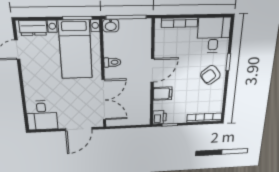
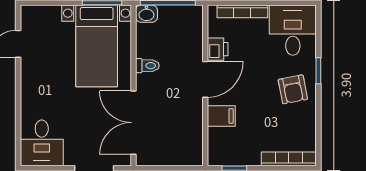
dresser: (33, 28) -> (43, 15), removed
armchair: (210, 75) -> (293, 89), turned -63
double door: (104, 100) -> (133, 123), swing flipped
printer: (159, 117) -> (218, 49), moved

